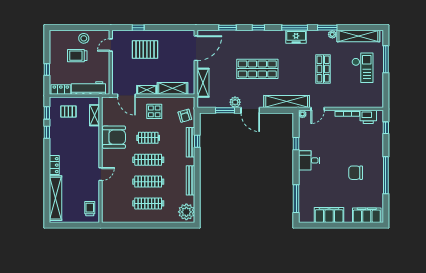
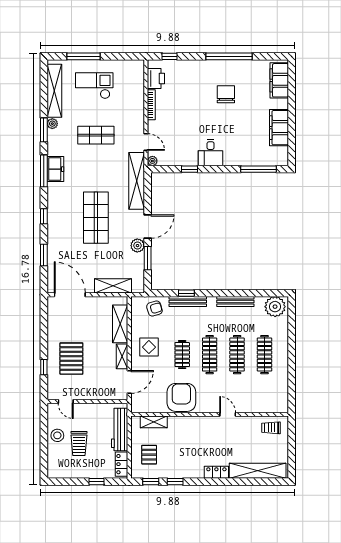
chair: (356, 173) -> (226, 94), turned 180

